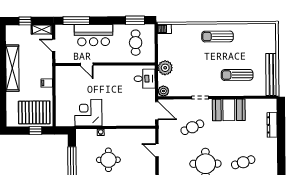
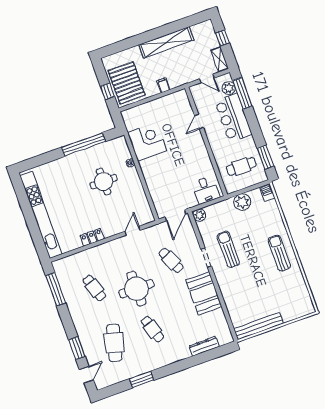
plant: (68, 30) -> (229, 88), added
door: (54, 45) -> (207, 78), swing flipped
plant: (165, 68) -> (242, 202), moved
sun lounger: (237, 75) -> (228, 249), moved

